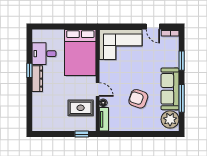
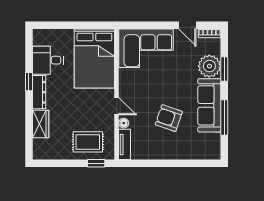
wardrobe: (38, 103) -> (41, 124), added
rug: (81, 108) -> (88, 142), moved
plant: (170, 119) -> (209, 66), moved

